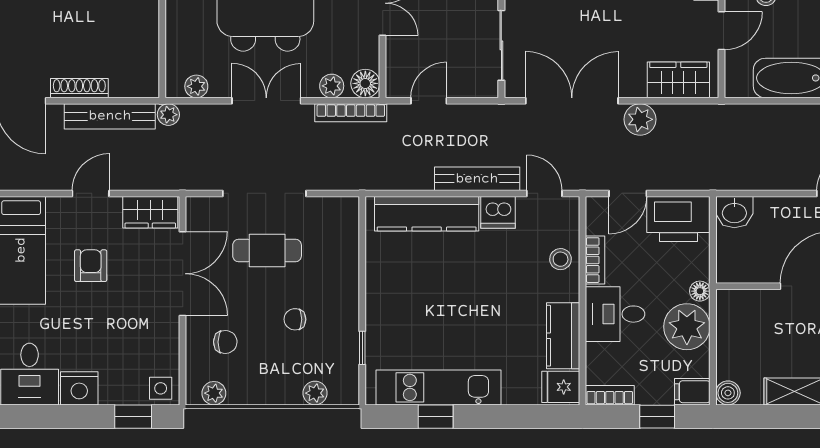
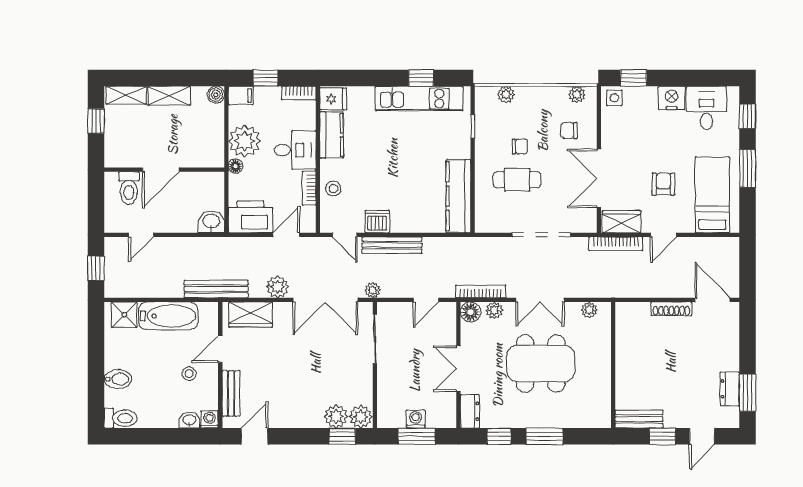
plant: (168, 115) -> (373, 290), moved
bench: (110, 116) -> (216, 289), moved
bookcase: (159, 181) -> (616, 244), added
kitchen counter: (427, 214) -> (458, 196), moved, turned -90
cafe table: (267, 251) -> (517, 180), moved
armchair: (91, 266) -> (663, 184), turned 180

